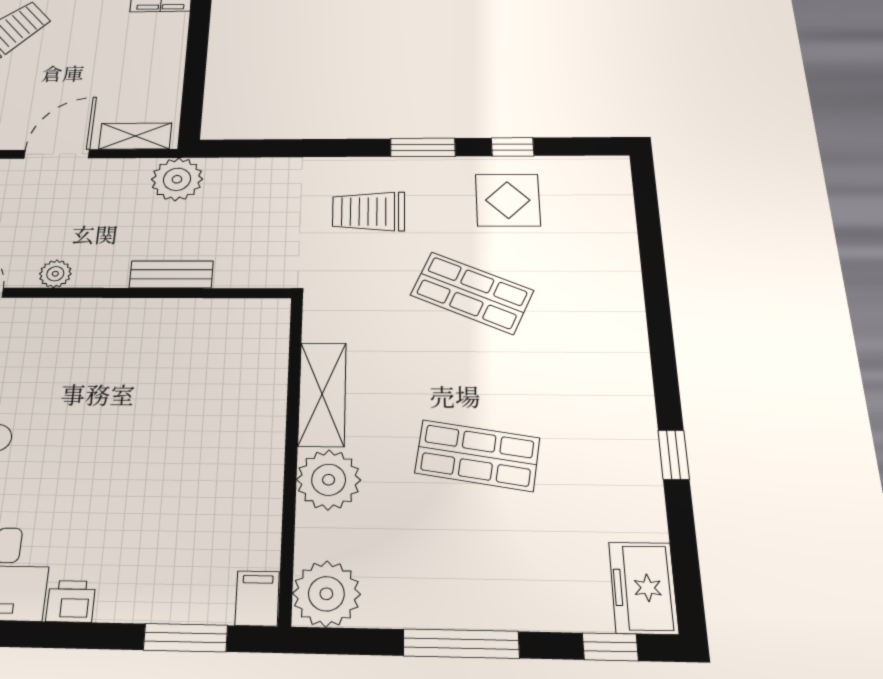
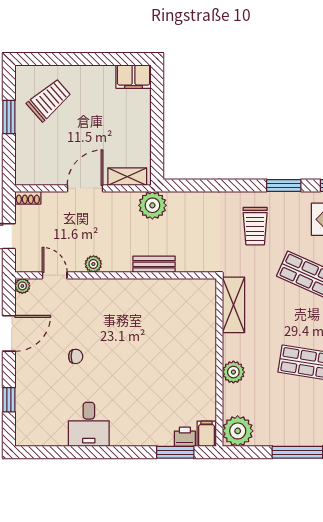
trolley: (369, 211) -> (255, 226), turned -90
shelving: (322, 394) -> (233, 305), moved
plant: (329, 480) -> (233, 372), width x0.73, depth x0.73
printer: (71, 601) -> (185, 437), moved

